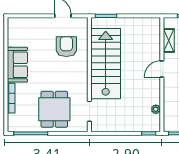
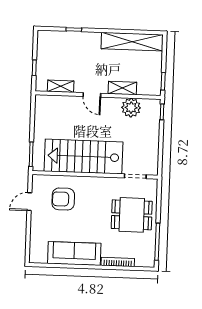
sofa: (17, 65) -> (74, 253), width x1.36
shelving: (169, 97) -> (122, 88), added
plant: (156, 109) -> (131, 108), width x1.87, depth x1.87

